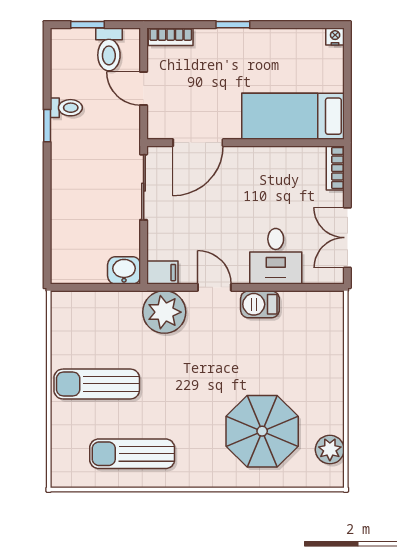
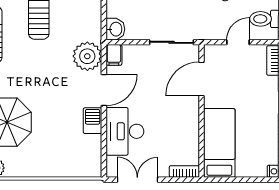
door: (198, 143) -> (202, 79), hinge flipped
desk: (276, 256) -> (125, 131), width x1.37
door: (214, 287) -> (104, 90), width x1.38

